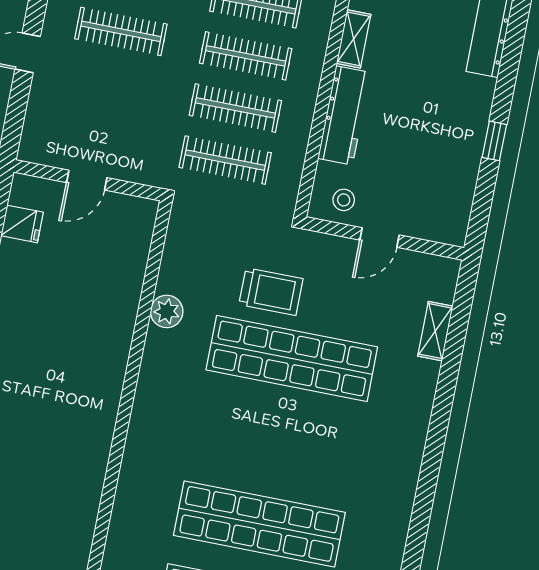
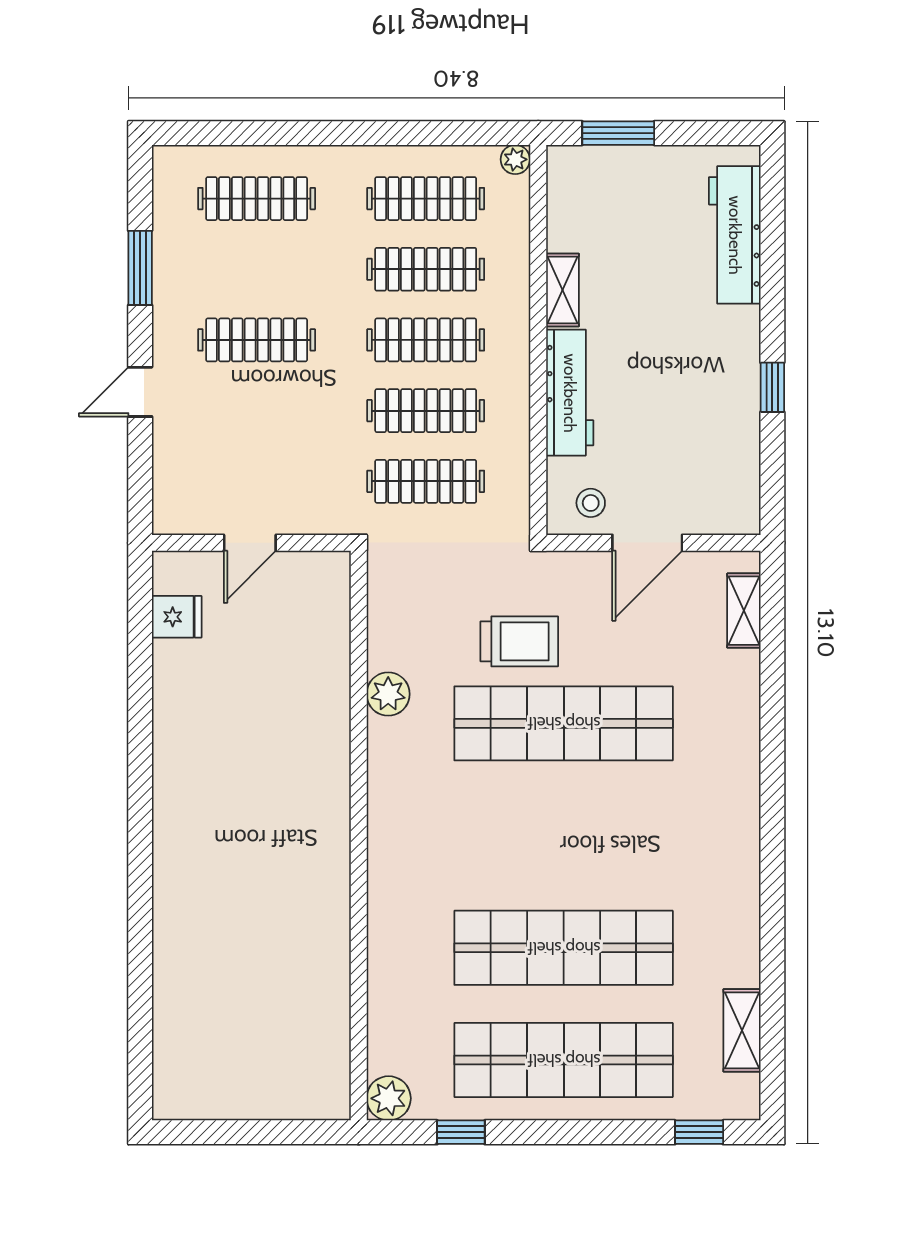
door: (380, 238) -> (647, 543), width x1.38
shelving: (435, 331) -> (744, 611), moved

